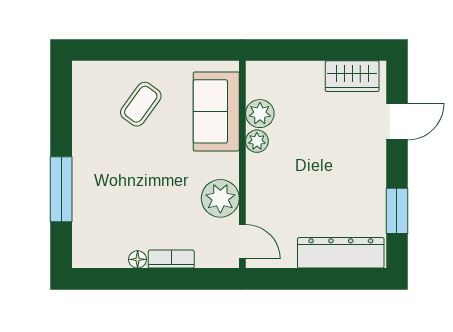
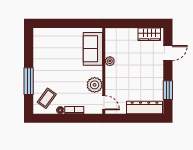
coffee table: (141, 104) -> (47, 98), moved
plant: (260, 114) -> (111, 50), removed

